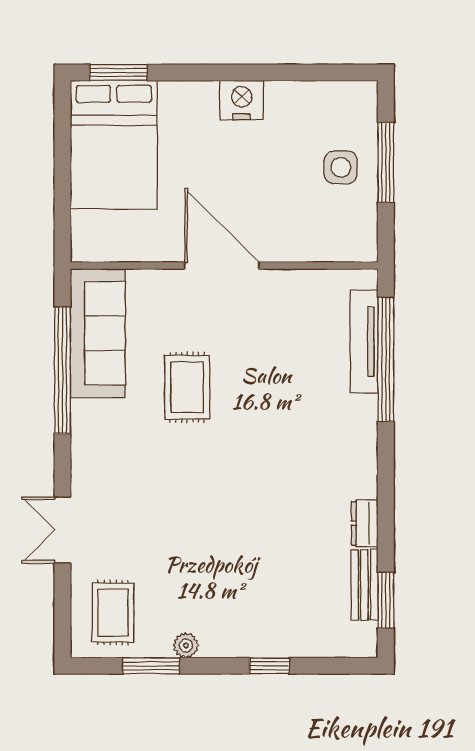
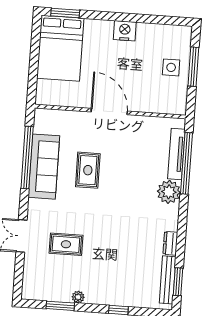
sofa: (98, 333) -> (44, 167), moved
plant: (354, 420) -> (169, 192), added
bench: (364, 585) -> (168, 280), width x1.36
rug: (113, 613) -> (66, 244), moved, turned 90

